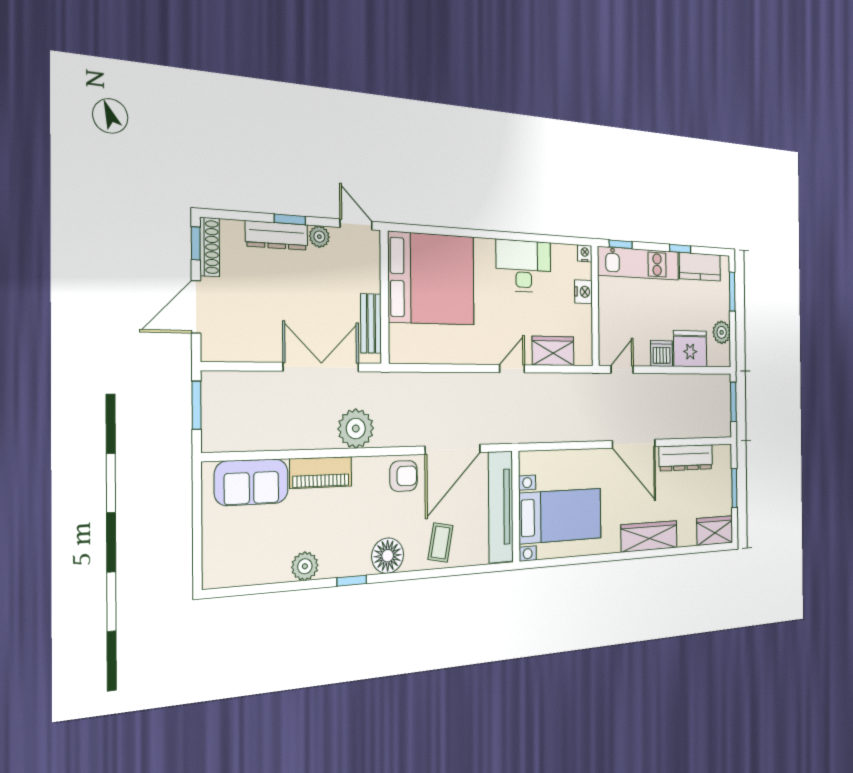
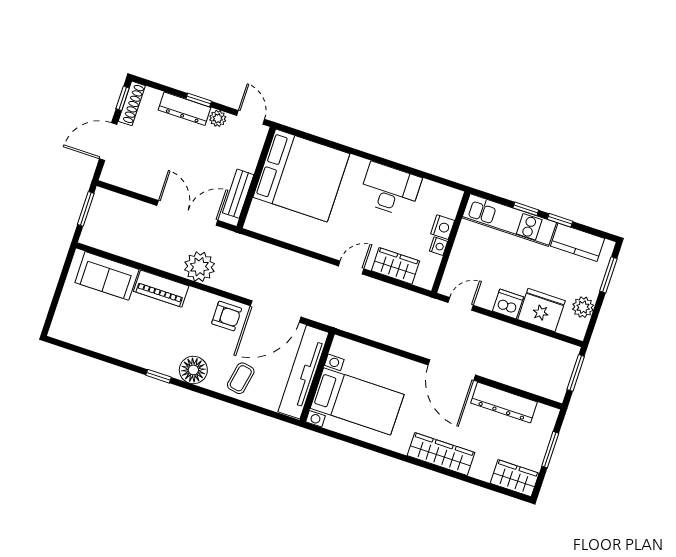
window: (621, 244) -> (526, 209), moved
nightstand: (585, 253) -> (439, 246), moved, turned 90
plant: (305, 566) -> (126, 351), removed

